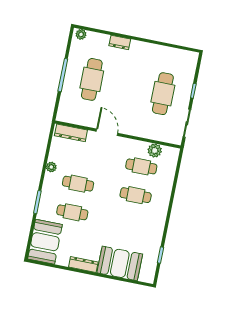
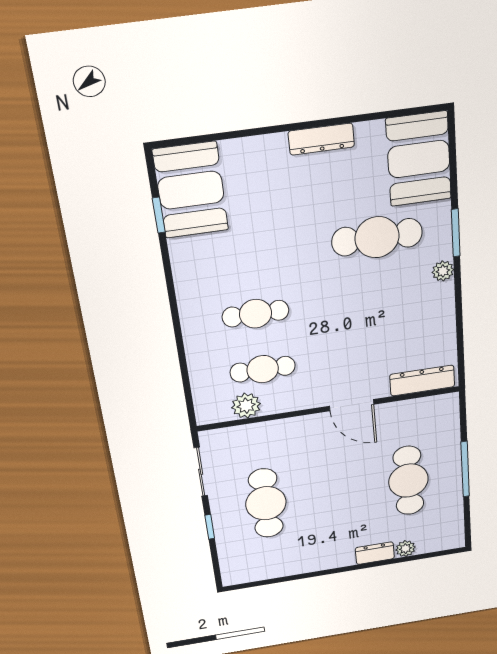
plant: (81, 34) -> (405, 549), moved
plant: (51, 167) -> (443, 271), moved
cafe table: (78, 184) -> (381, 295), removed
cafe table: (72, 212) -> (377, 237), width x1.37, depth x1.35
booth: (120, 263) -> (191, 190), moved, turned 90

